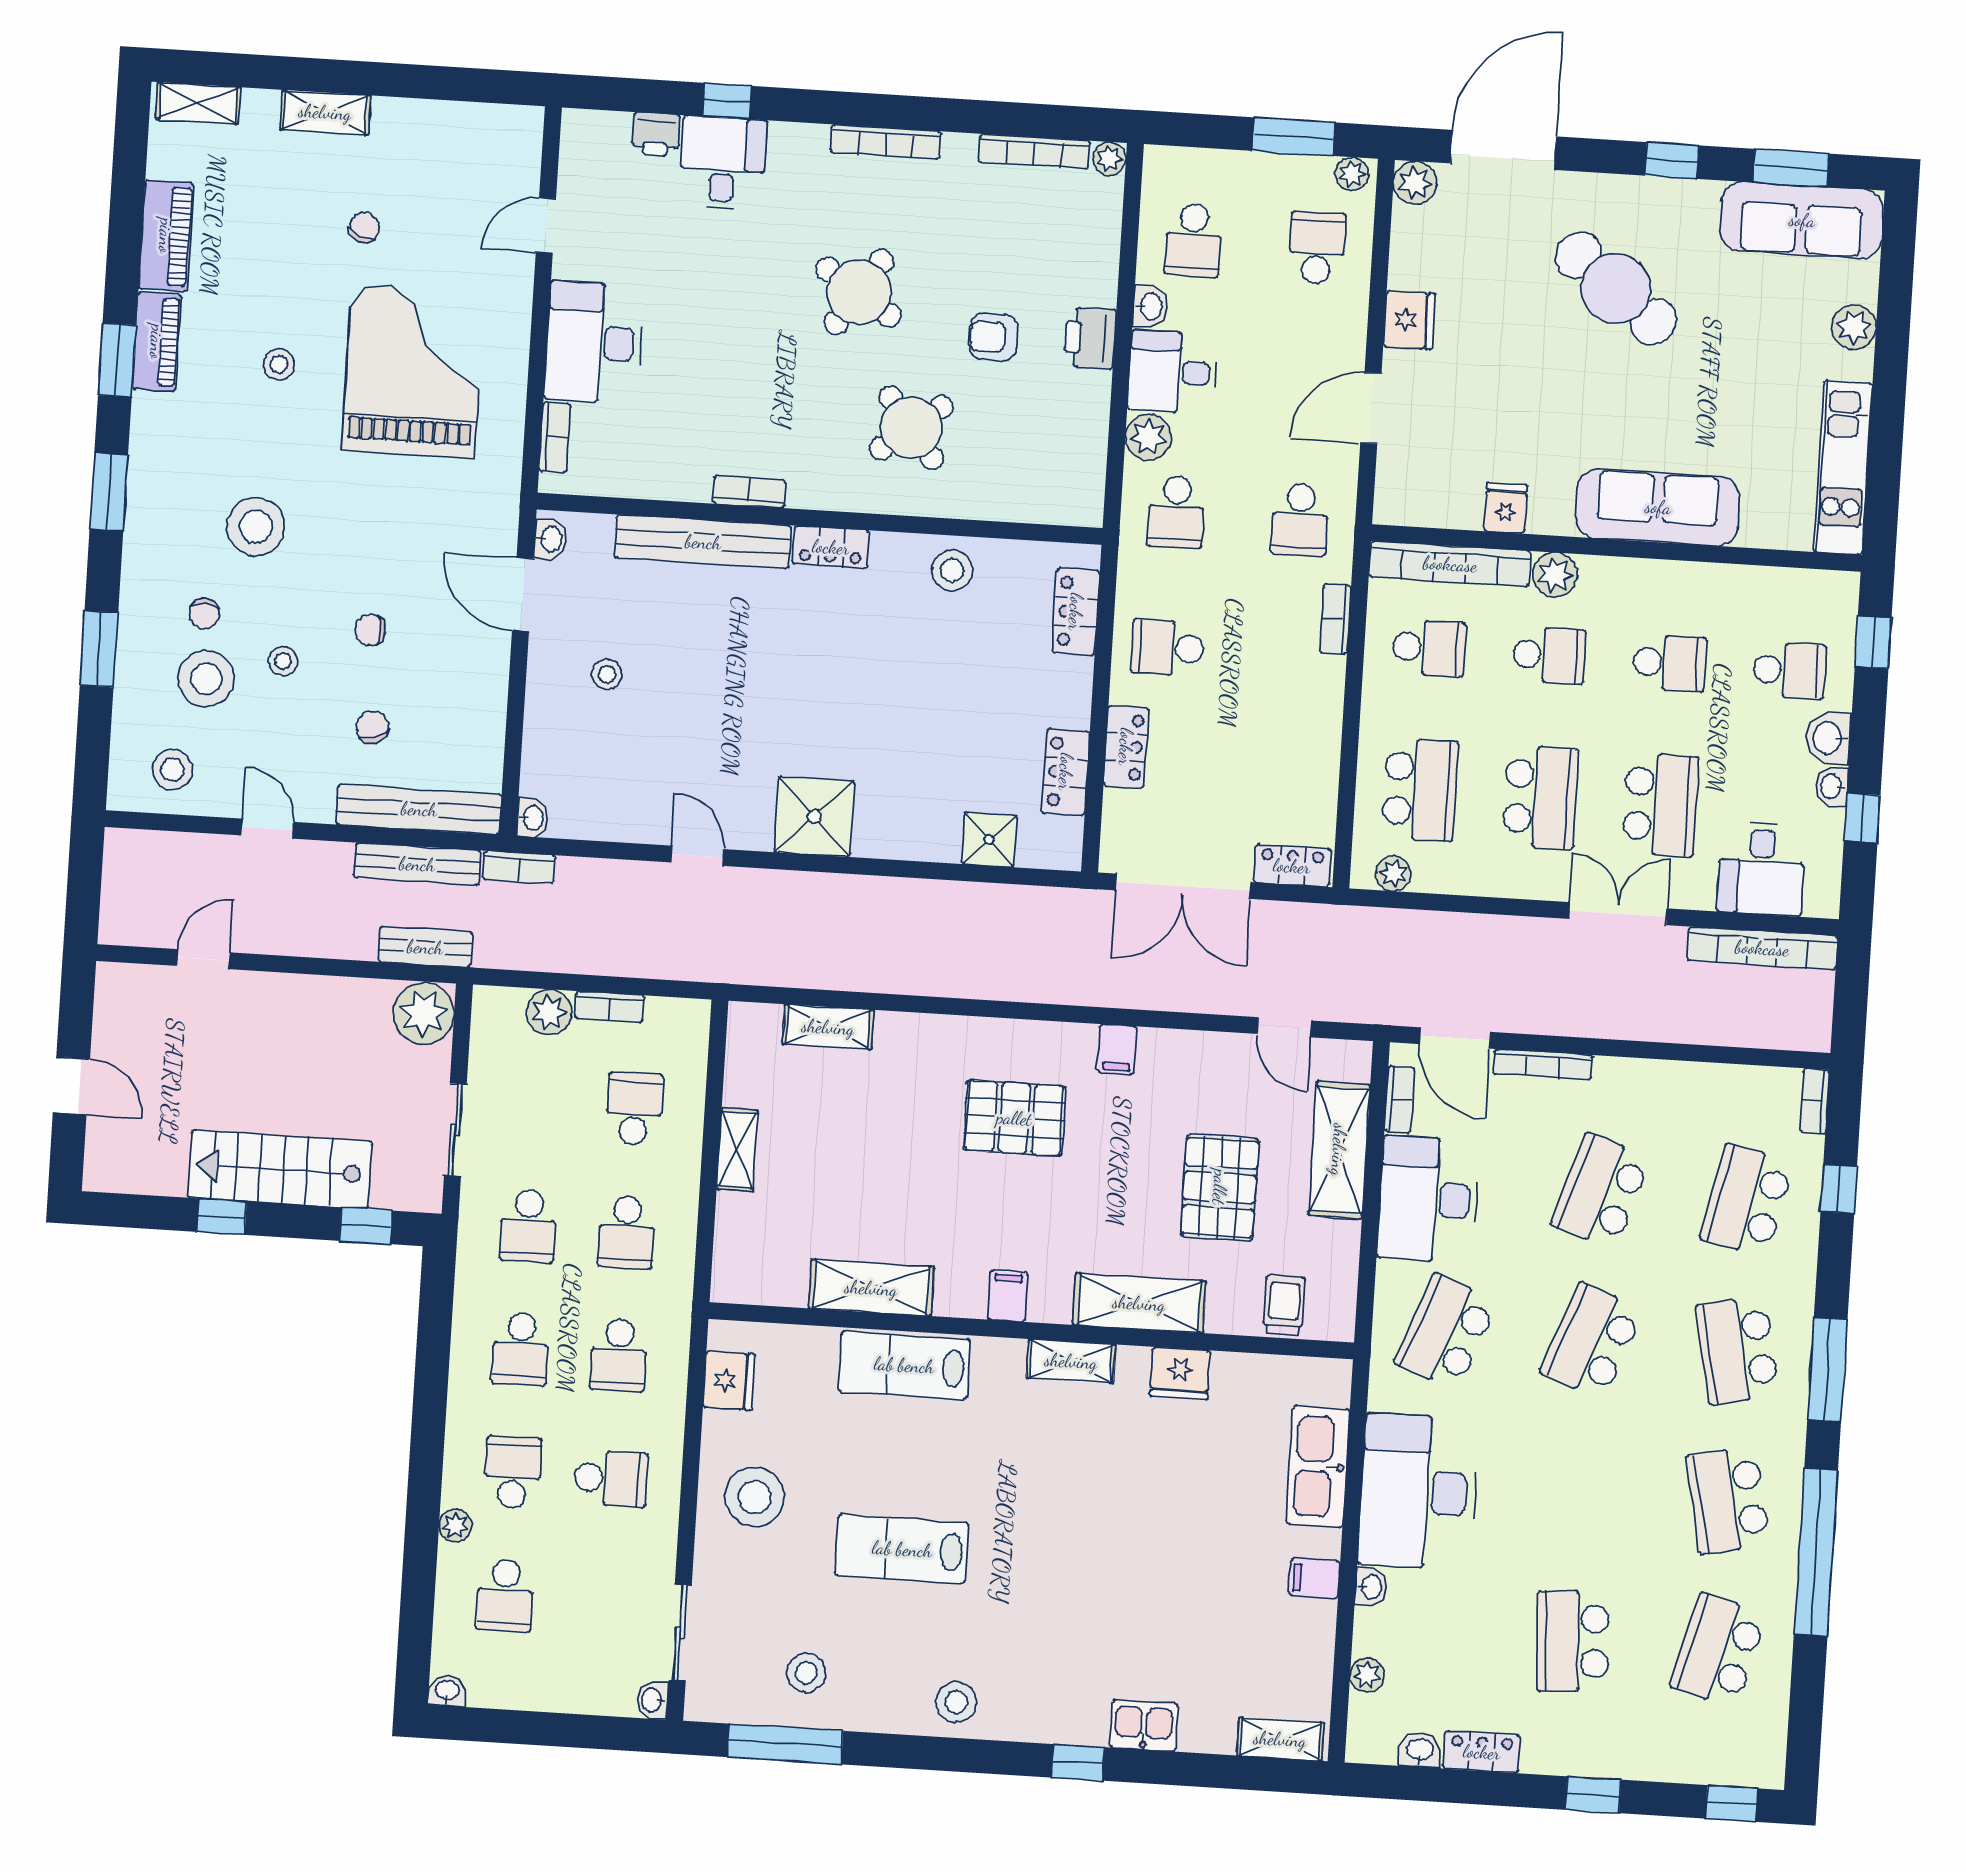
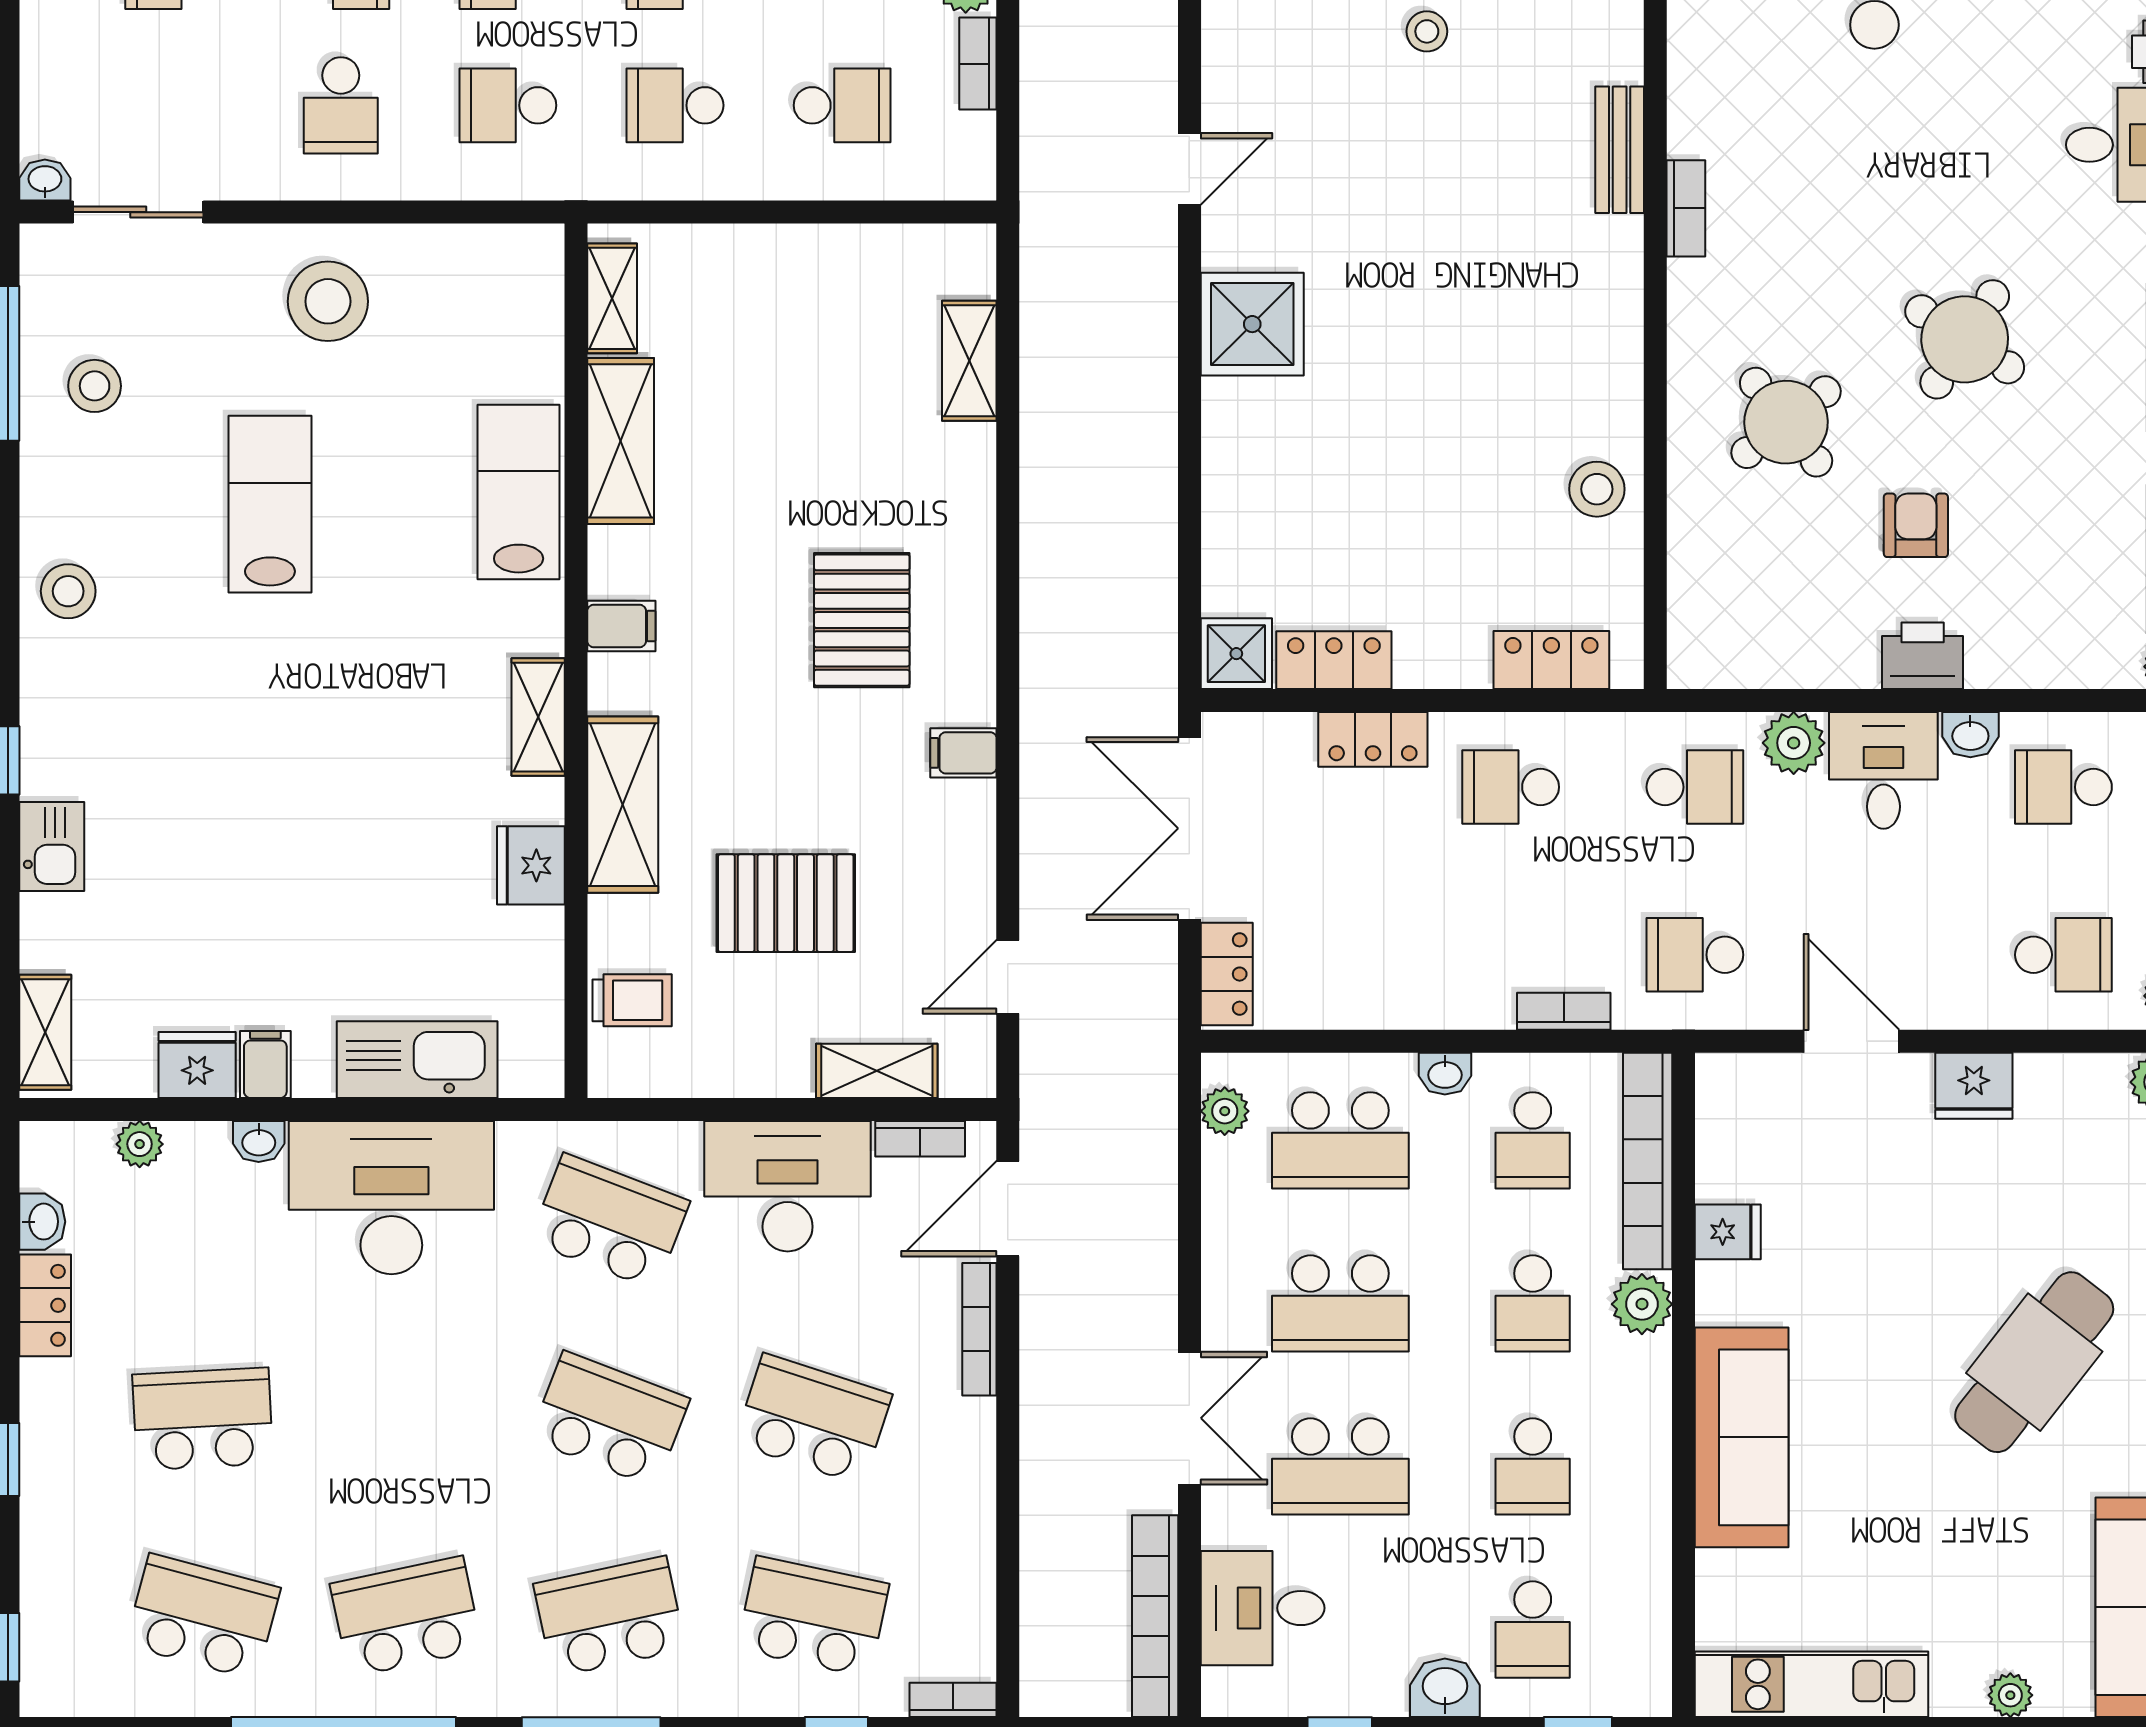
plant: (1854, 327) -> (2010, 1695), width x0.73, depth x0.73
school desk: (1176, 512) -> (1695, 787), turned 180
bench: (703, 542) -> (1620, 150), width x0.54, depth x0.82
locker: (831, 547) -> (1618, 323), removed
school desk: (1168, 648) -> (1511, 787), turned -90
washbasin: (1832, 786) -> (1445, 1074), moved, turned 180
shower: (989, 839) -> (1236, 654), moved
shelving: (737, 1150) -> (612, 298), moved, turned 90
shelving: (1339, 1150) -> (877, 1071), width x0.67, depth x0.75
fridge: (729, 1381) -> (197, 1065), moved, turned 180

